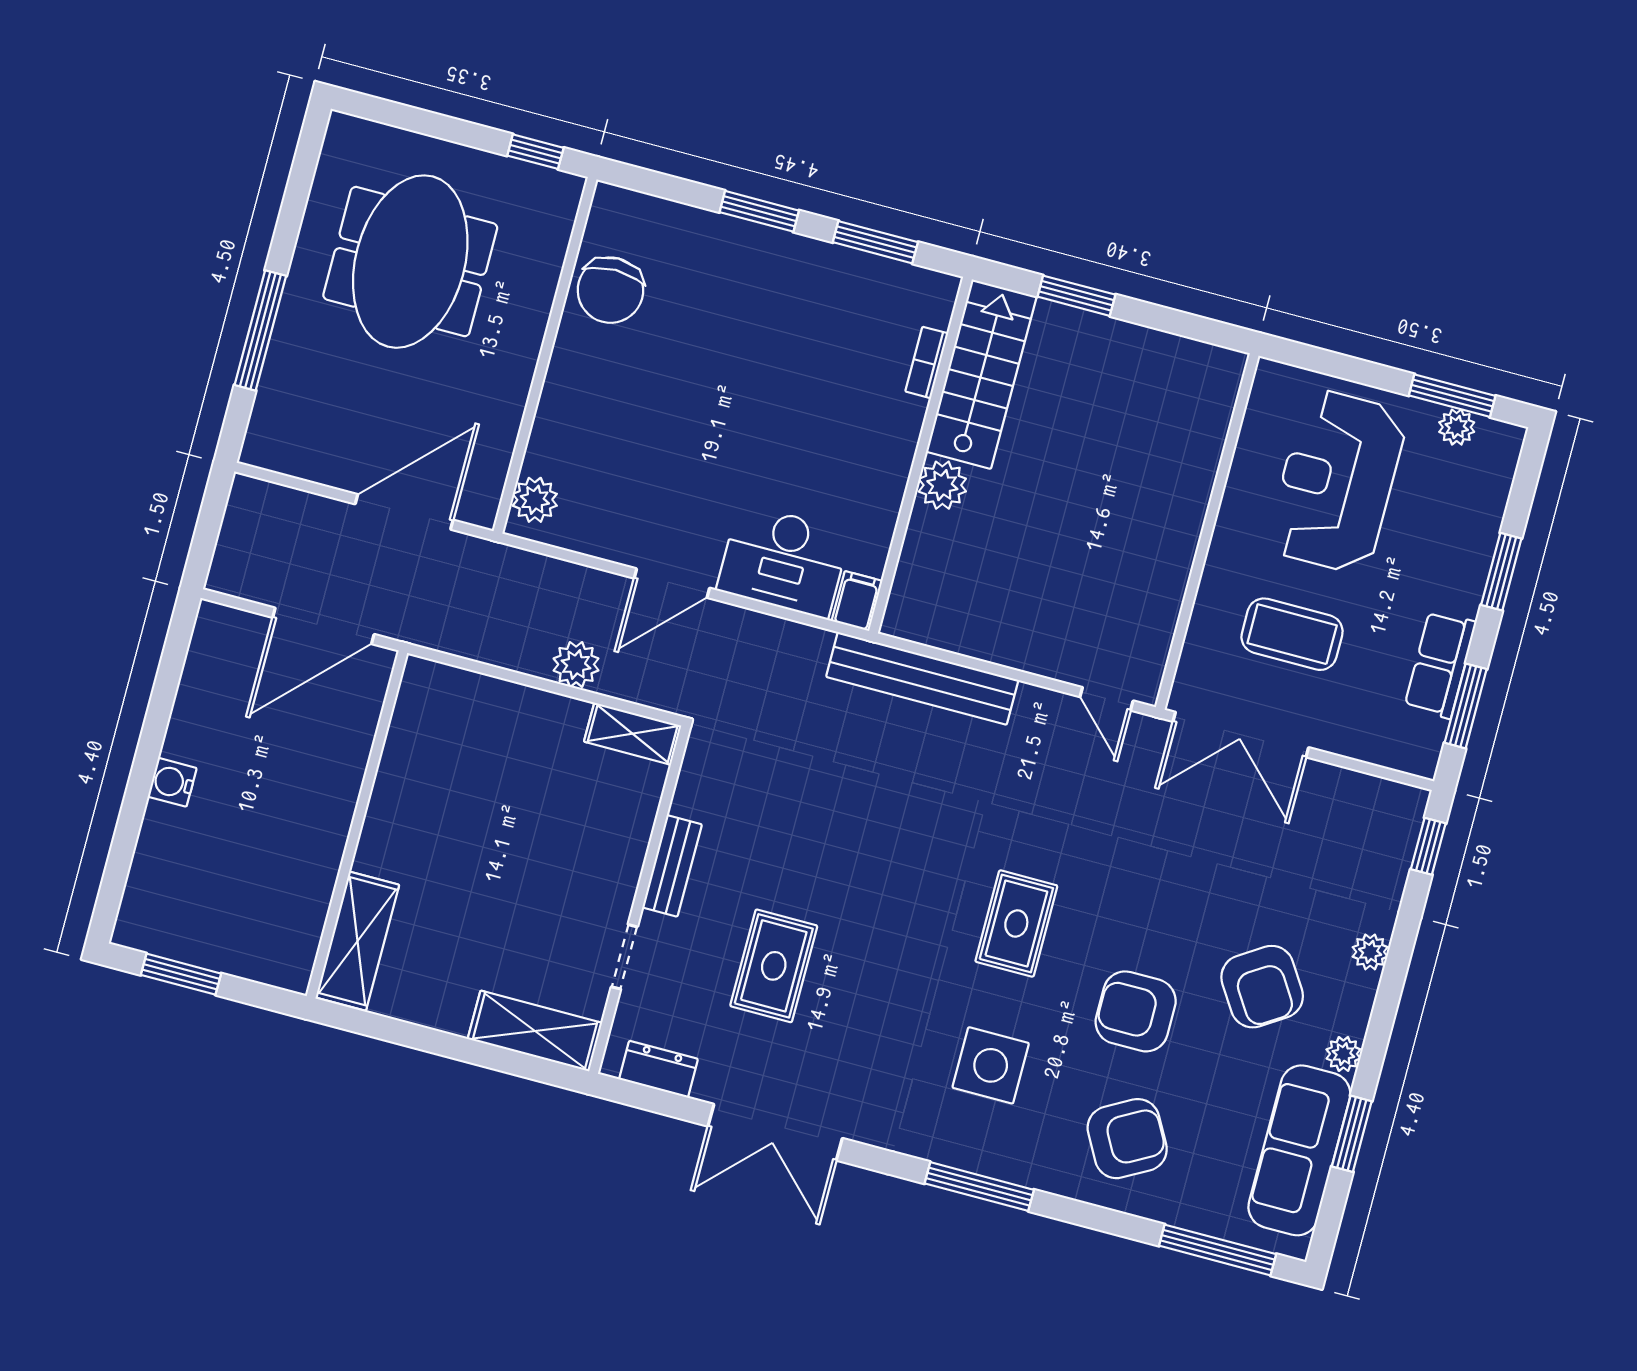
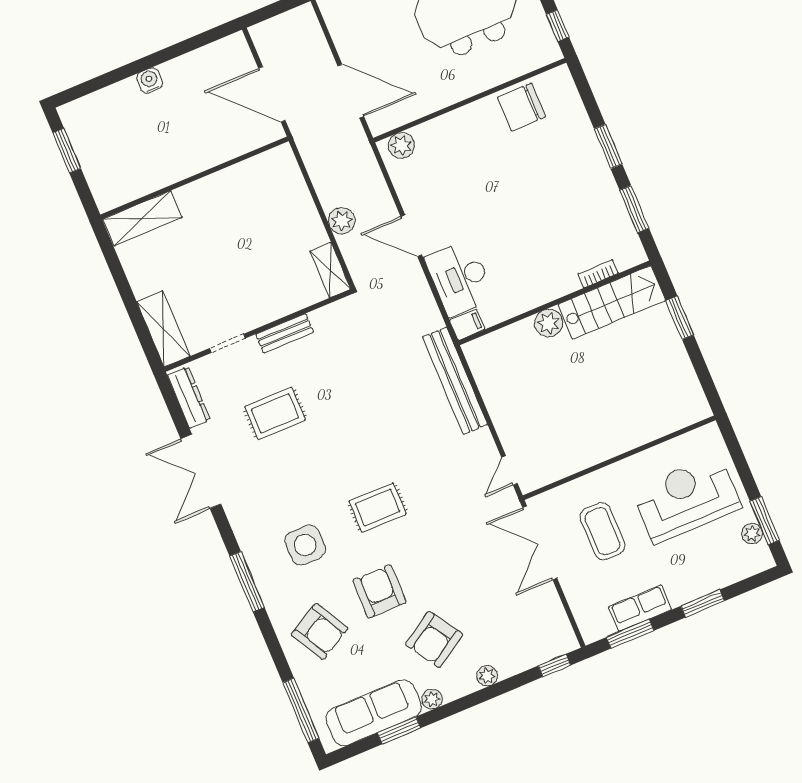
dresser: (658, 1069) -> (189, 397), width x1.44

